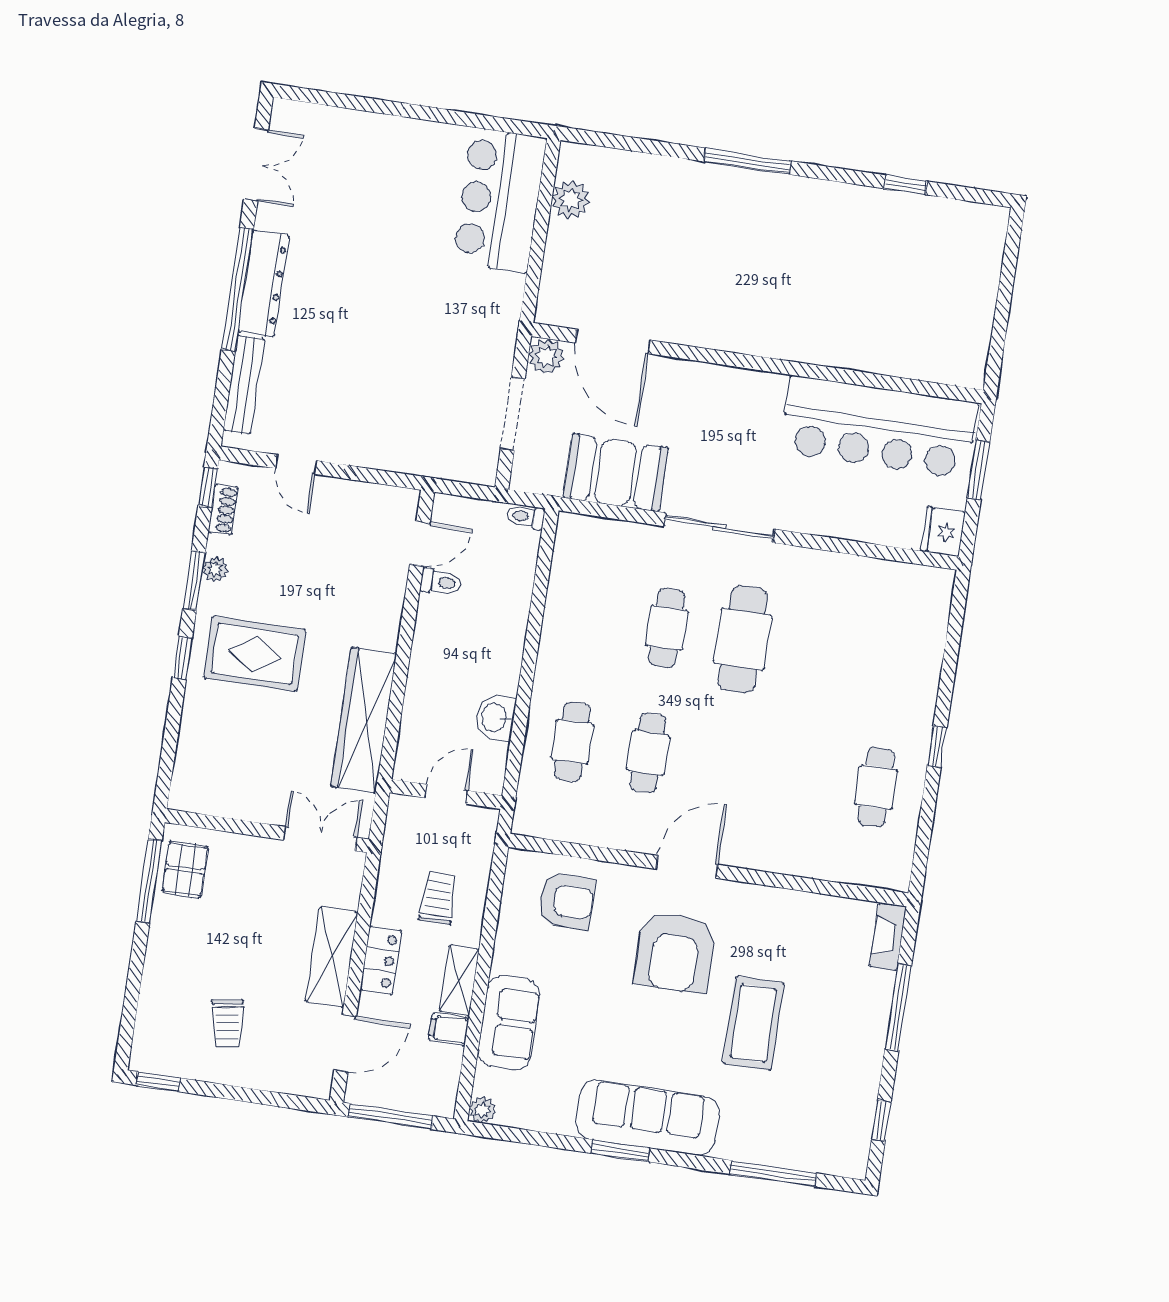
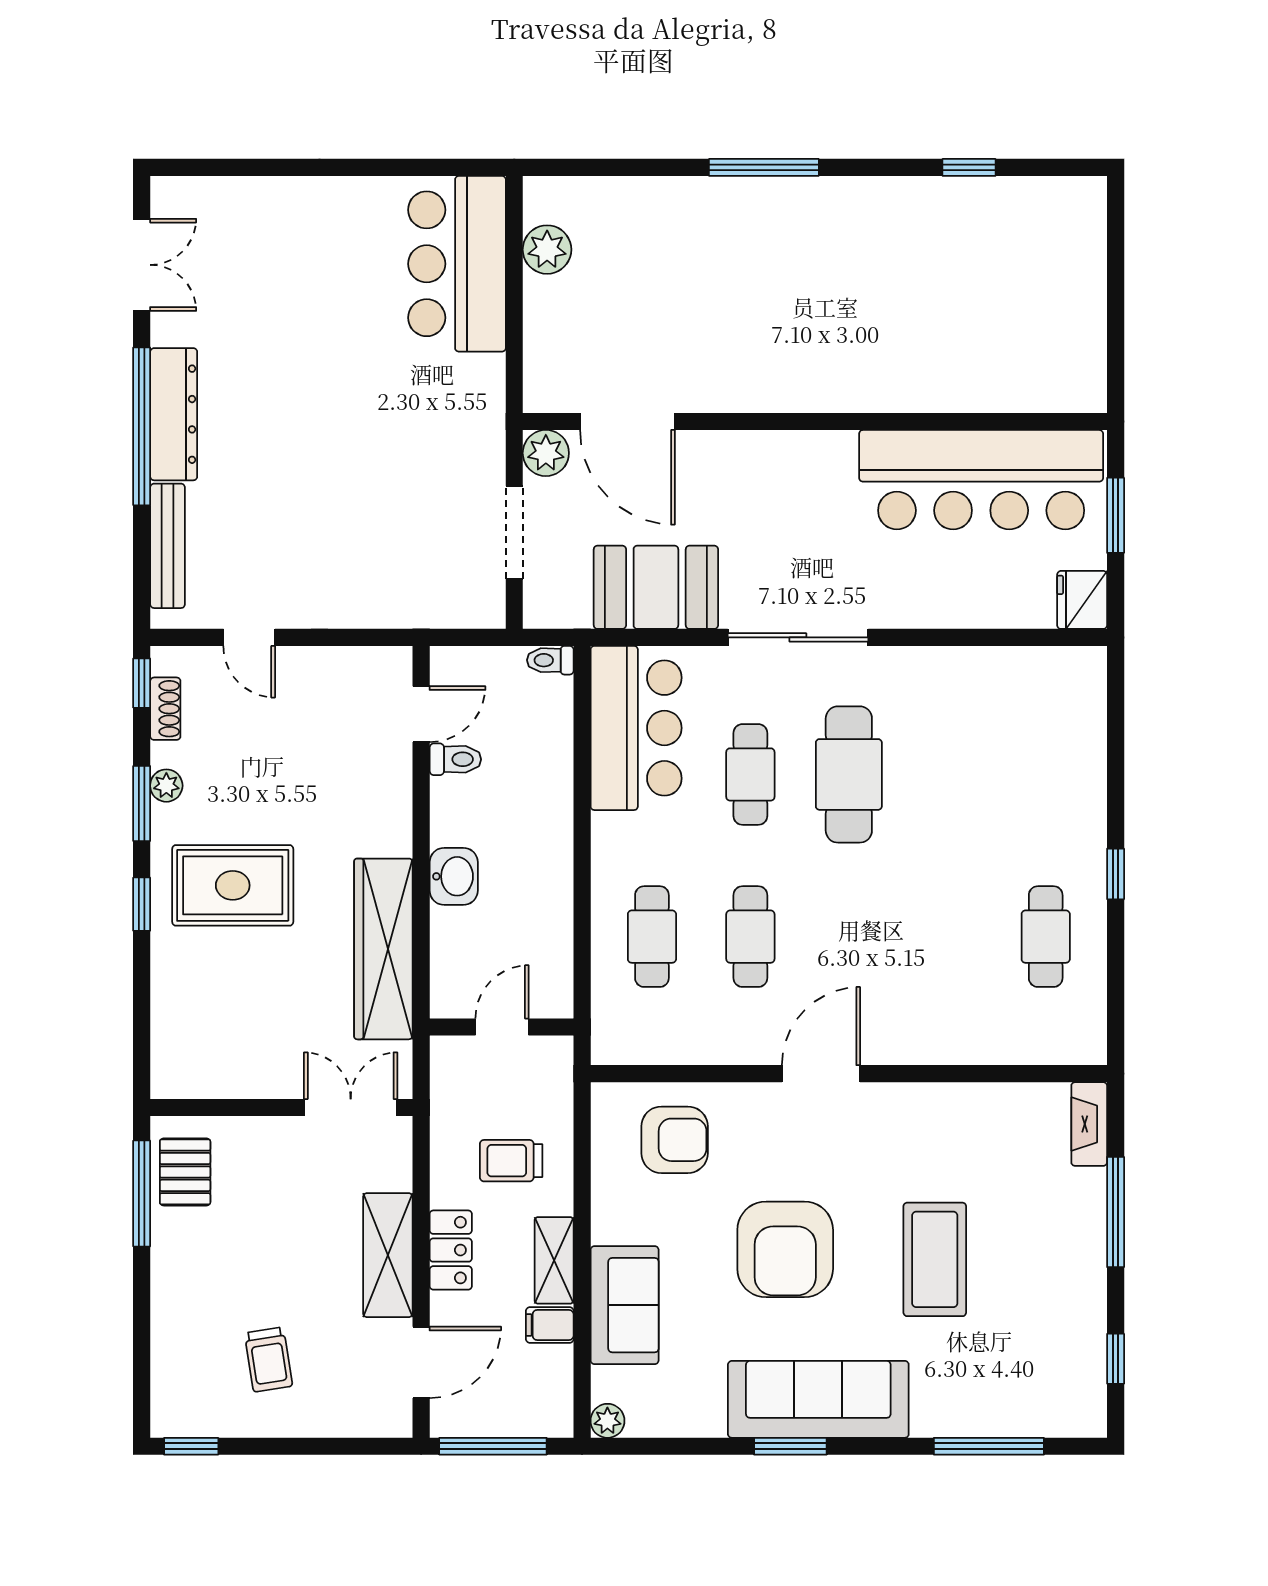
bar counter: (584, 579) -> (636, 728), added
washbasin: (495, 718) -> (454, 876), moved, turned 180
trolley: (438, 898) -> (511, 1161), turned -90
armchair: (675, 952) -> (785, 1249), moved

